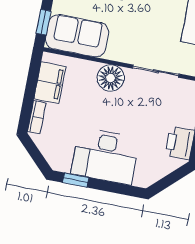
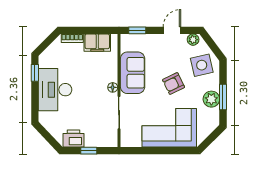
sofa: (77, 36) -> (133, 73), moved
floor lamp: (111, 78) -> (113, 87), width x0.53, depth x0.53

